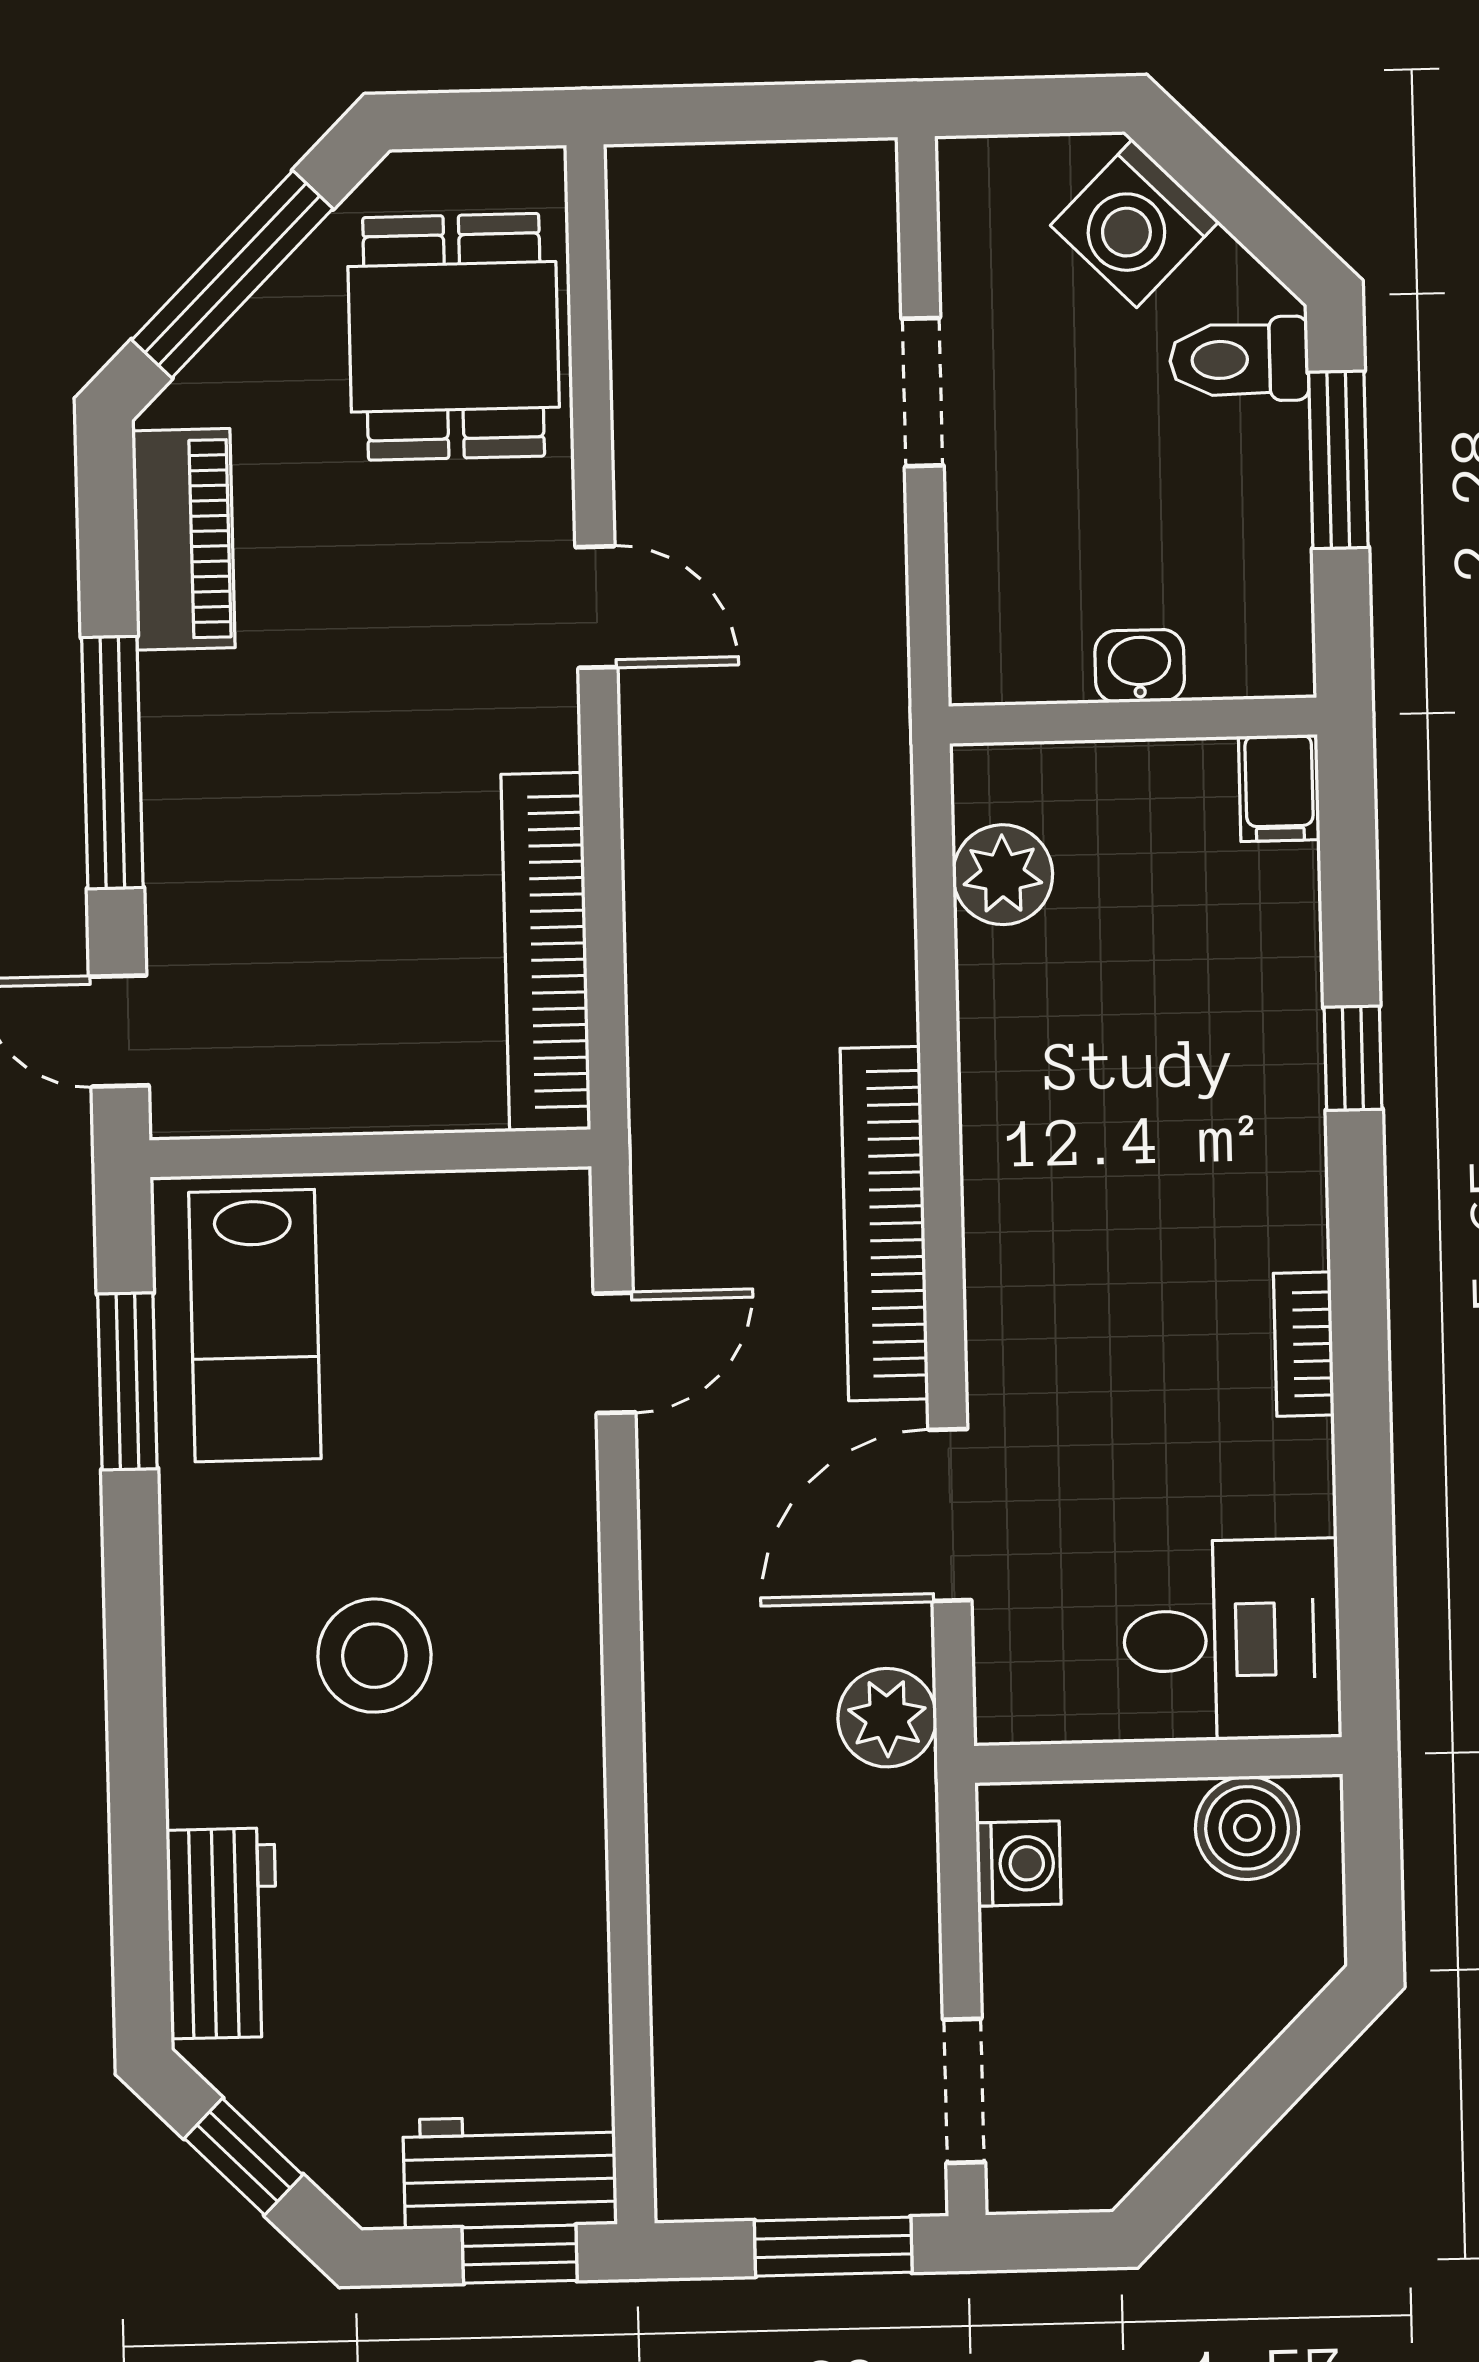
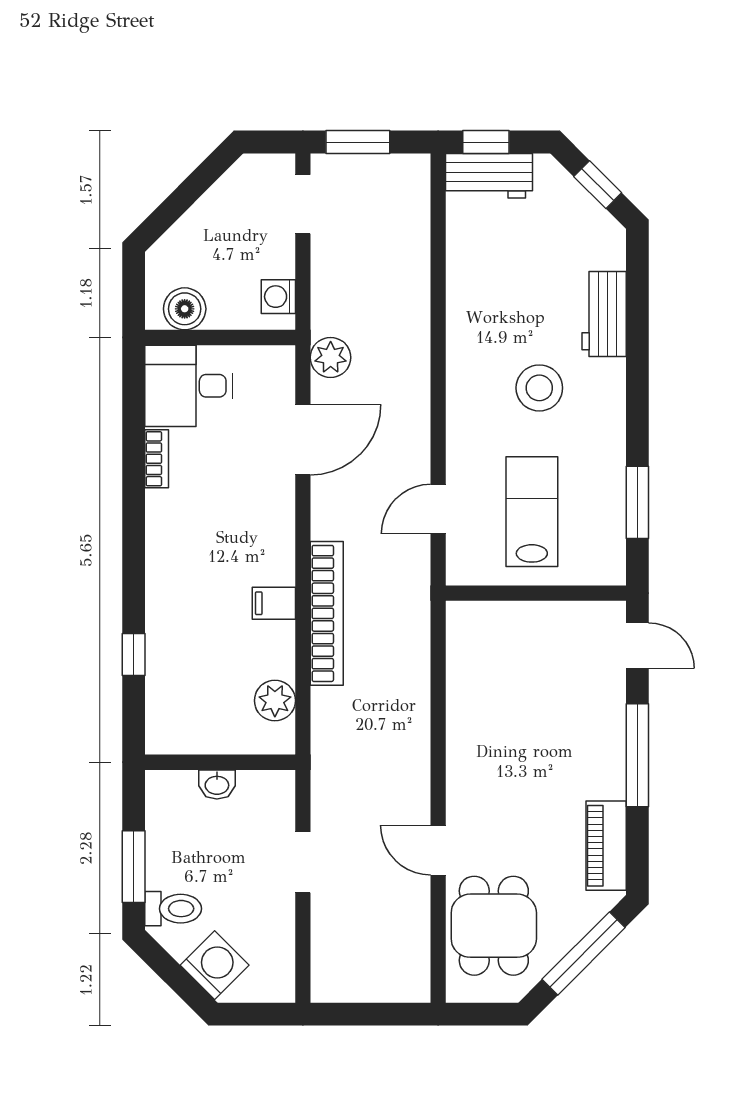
doorway: (922, 392) -> (303, 862), moved
door: (596, 607) -> (438, 850), moved
filing cabinet: (1279, 788) -> (274, 603), moved, turned -90
bookcase: (546, 952) -> (462, 674), removed
window: (1353, 1058) -> (134, 655), moved
bookcase: (884, 1224) -> (327, 613), moved
lab bench: (255, 1326) -> (532, 512), moved
bookcase: (1304, 1344) -> (157, 459), moved
workbench: (223, 1933) -> (604, 314), moved

